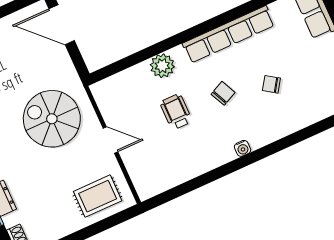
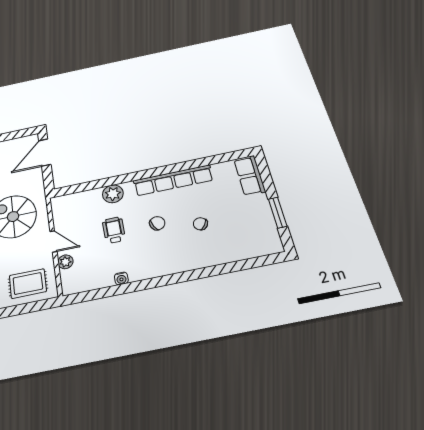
door: (62, 25) -> (45, 152), hinge flipped
water cooler: (243, 148) -> (121, 278), moved
plant: (132, 162) -> (65, 262), added

